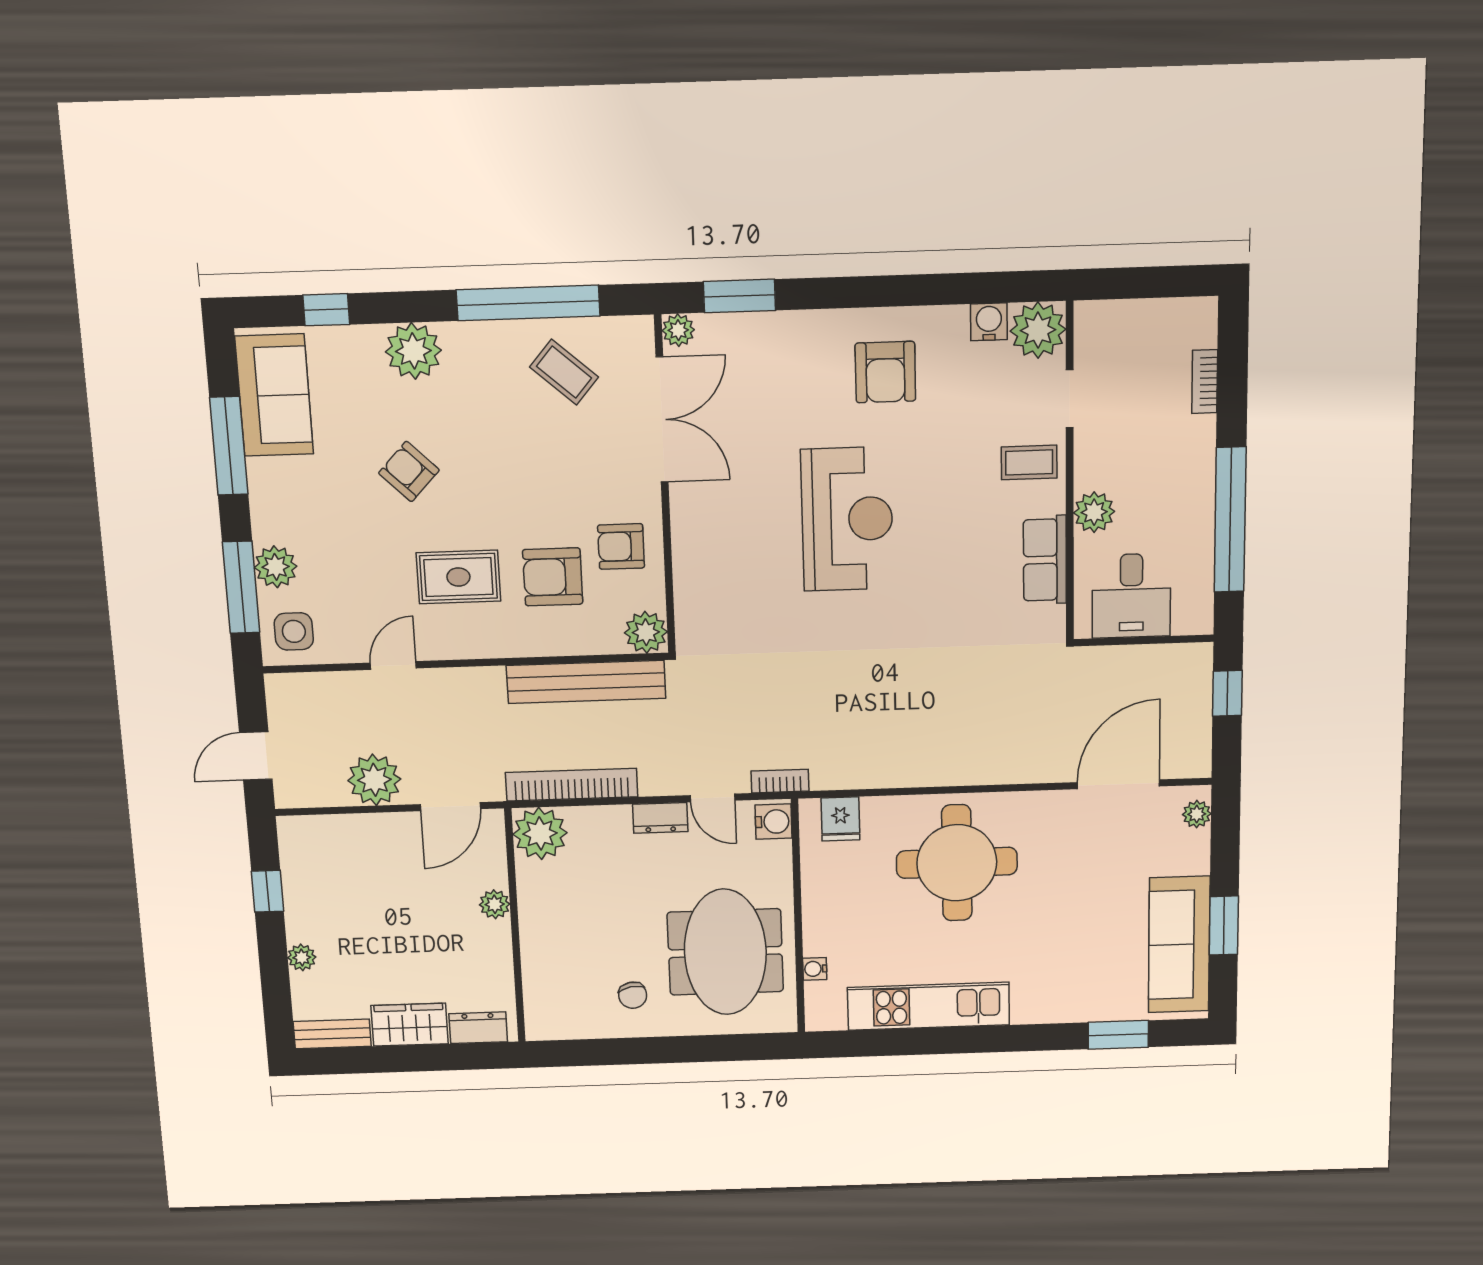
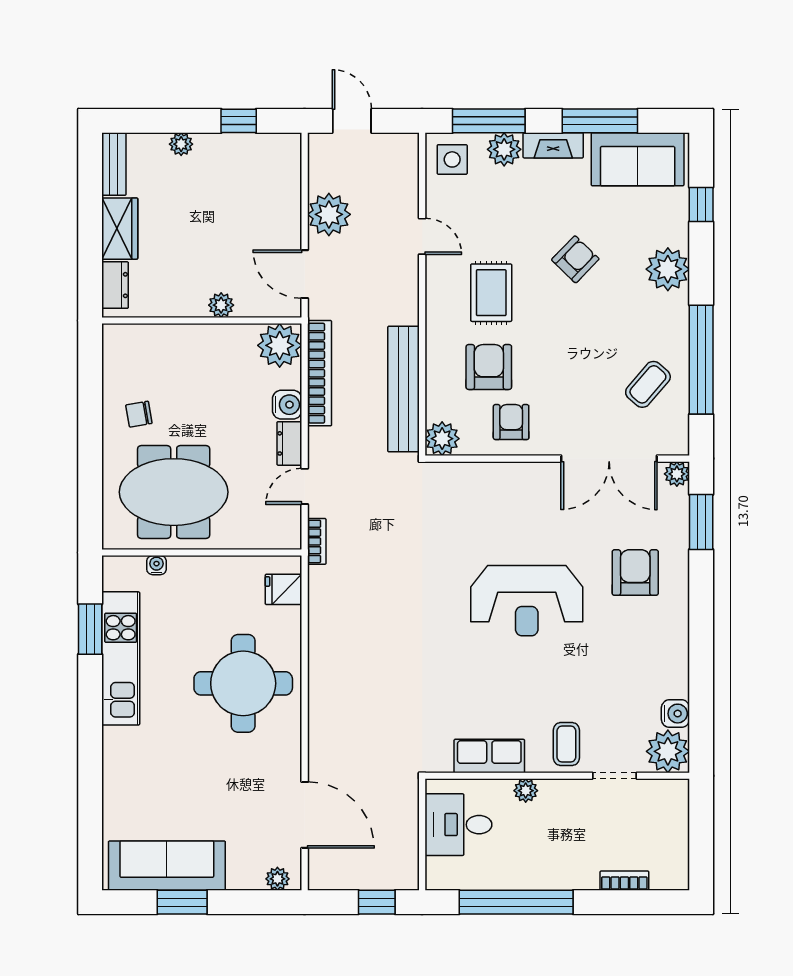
armchair: (885, 372) -> (635, 573), moved, turned 90
fireplace: (265, 505) -> (553, 145), added
plant: (1094, 512) -> (526, 791), width x0.73, depth x0.73
water cooler: (774, 822) -> (287, 405), moved, turned -90
window: (1118, 1035) -> (90, 629), moved

